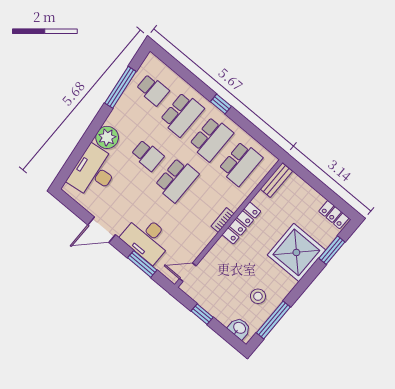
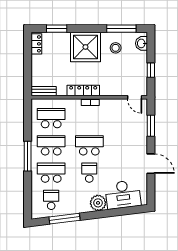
window: (221, 104) -> (28, 156), width x2.17
desk: (147, 239) -> (135, 135), removed
shower: (296, 252) -> (85, 47), moved

